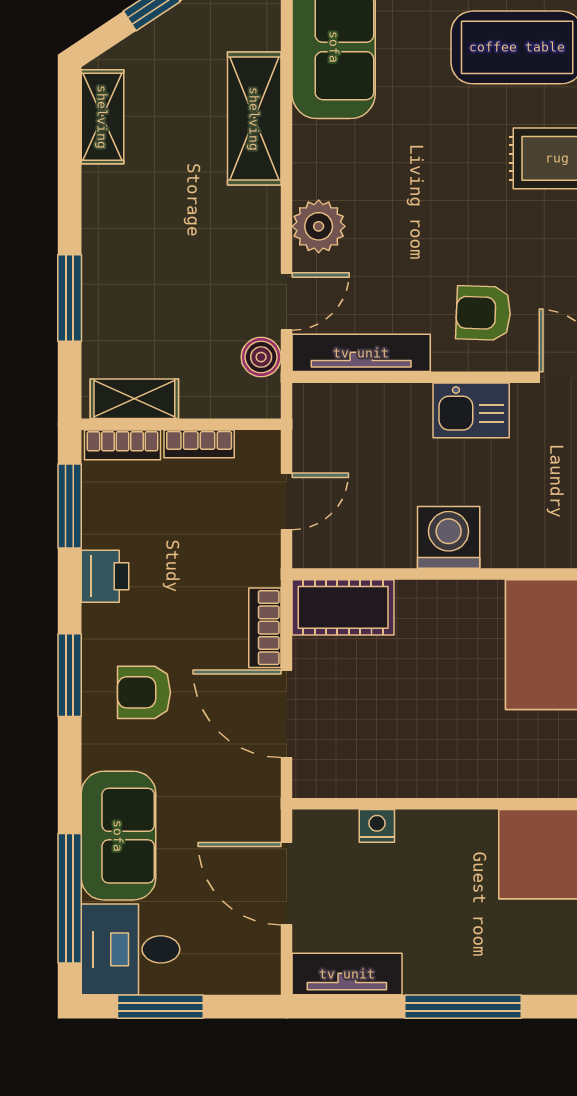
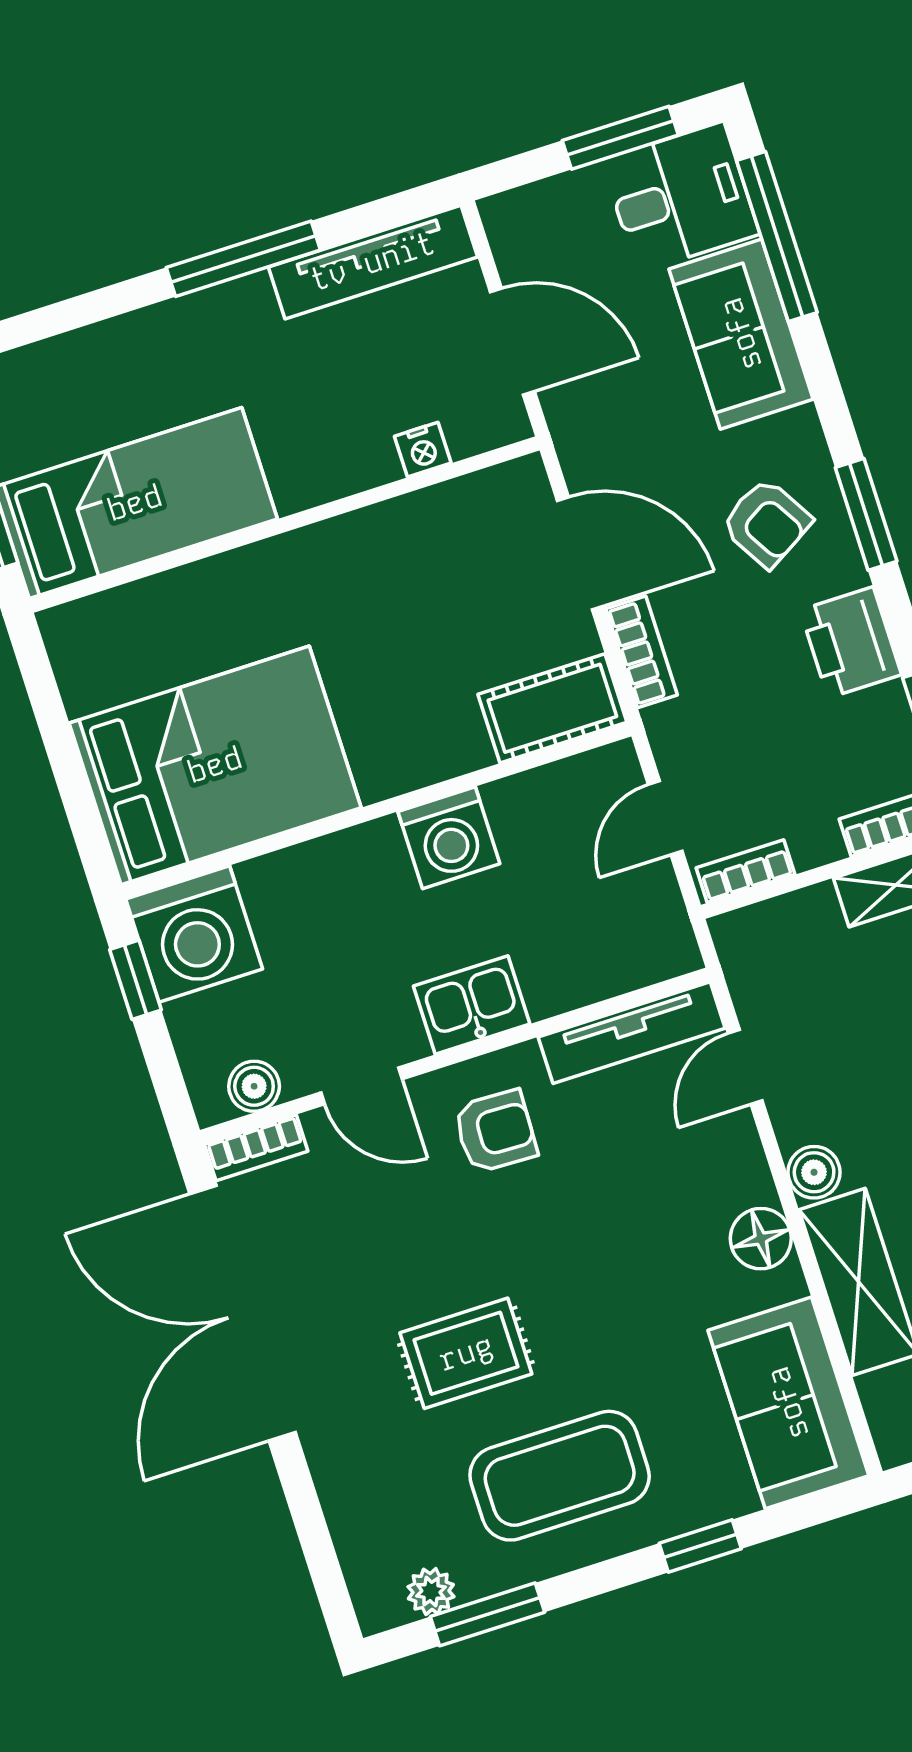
floor lamp: (315, 173) -> (761, 1239), added
plant: (319, 226) -> (735, 1173), removed
boiler: (261, 357) -> (814, 1172), moved
bookcase: (199, 444) -> (746, 871), moved
printer: (105, 576) -> (851, 642), width x1.36, depth x1.24
armchair: (144, 692) -> (766, 523), turned 59
tv unit: (347, 974) -> (373, 262), width x1.41

